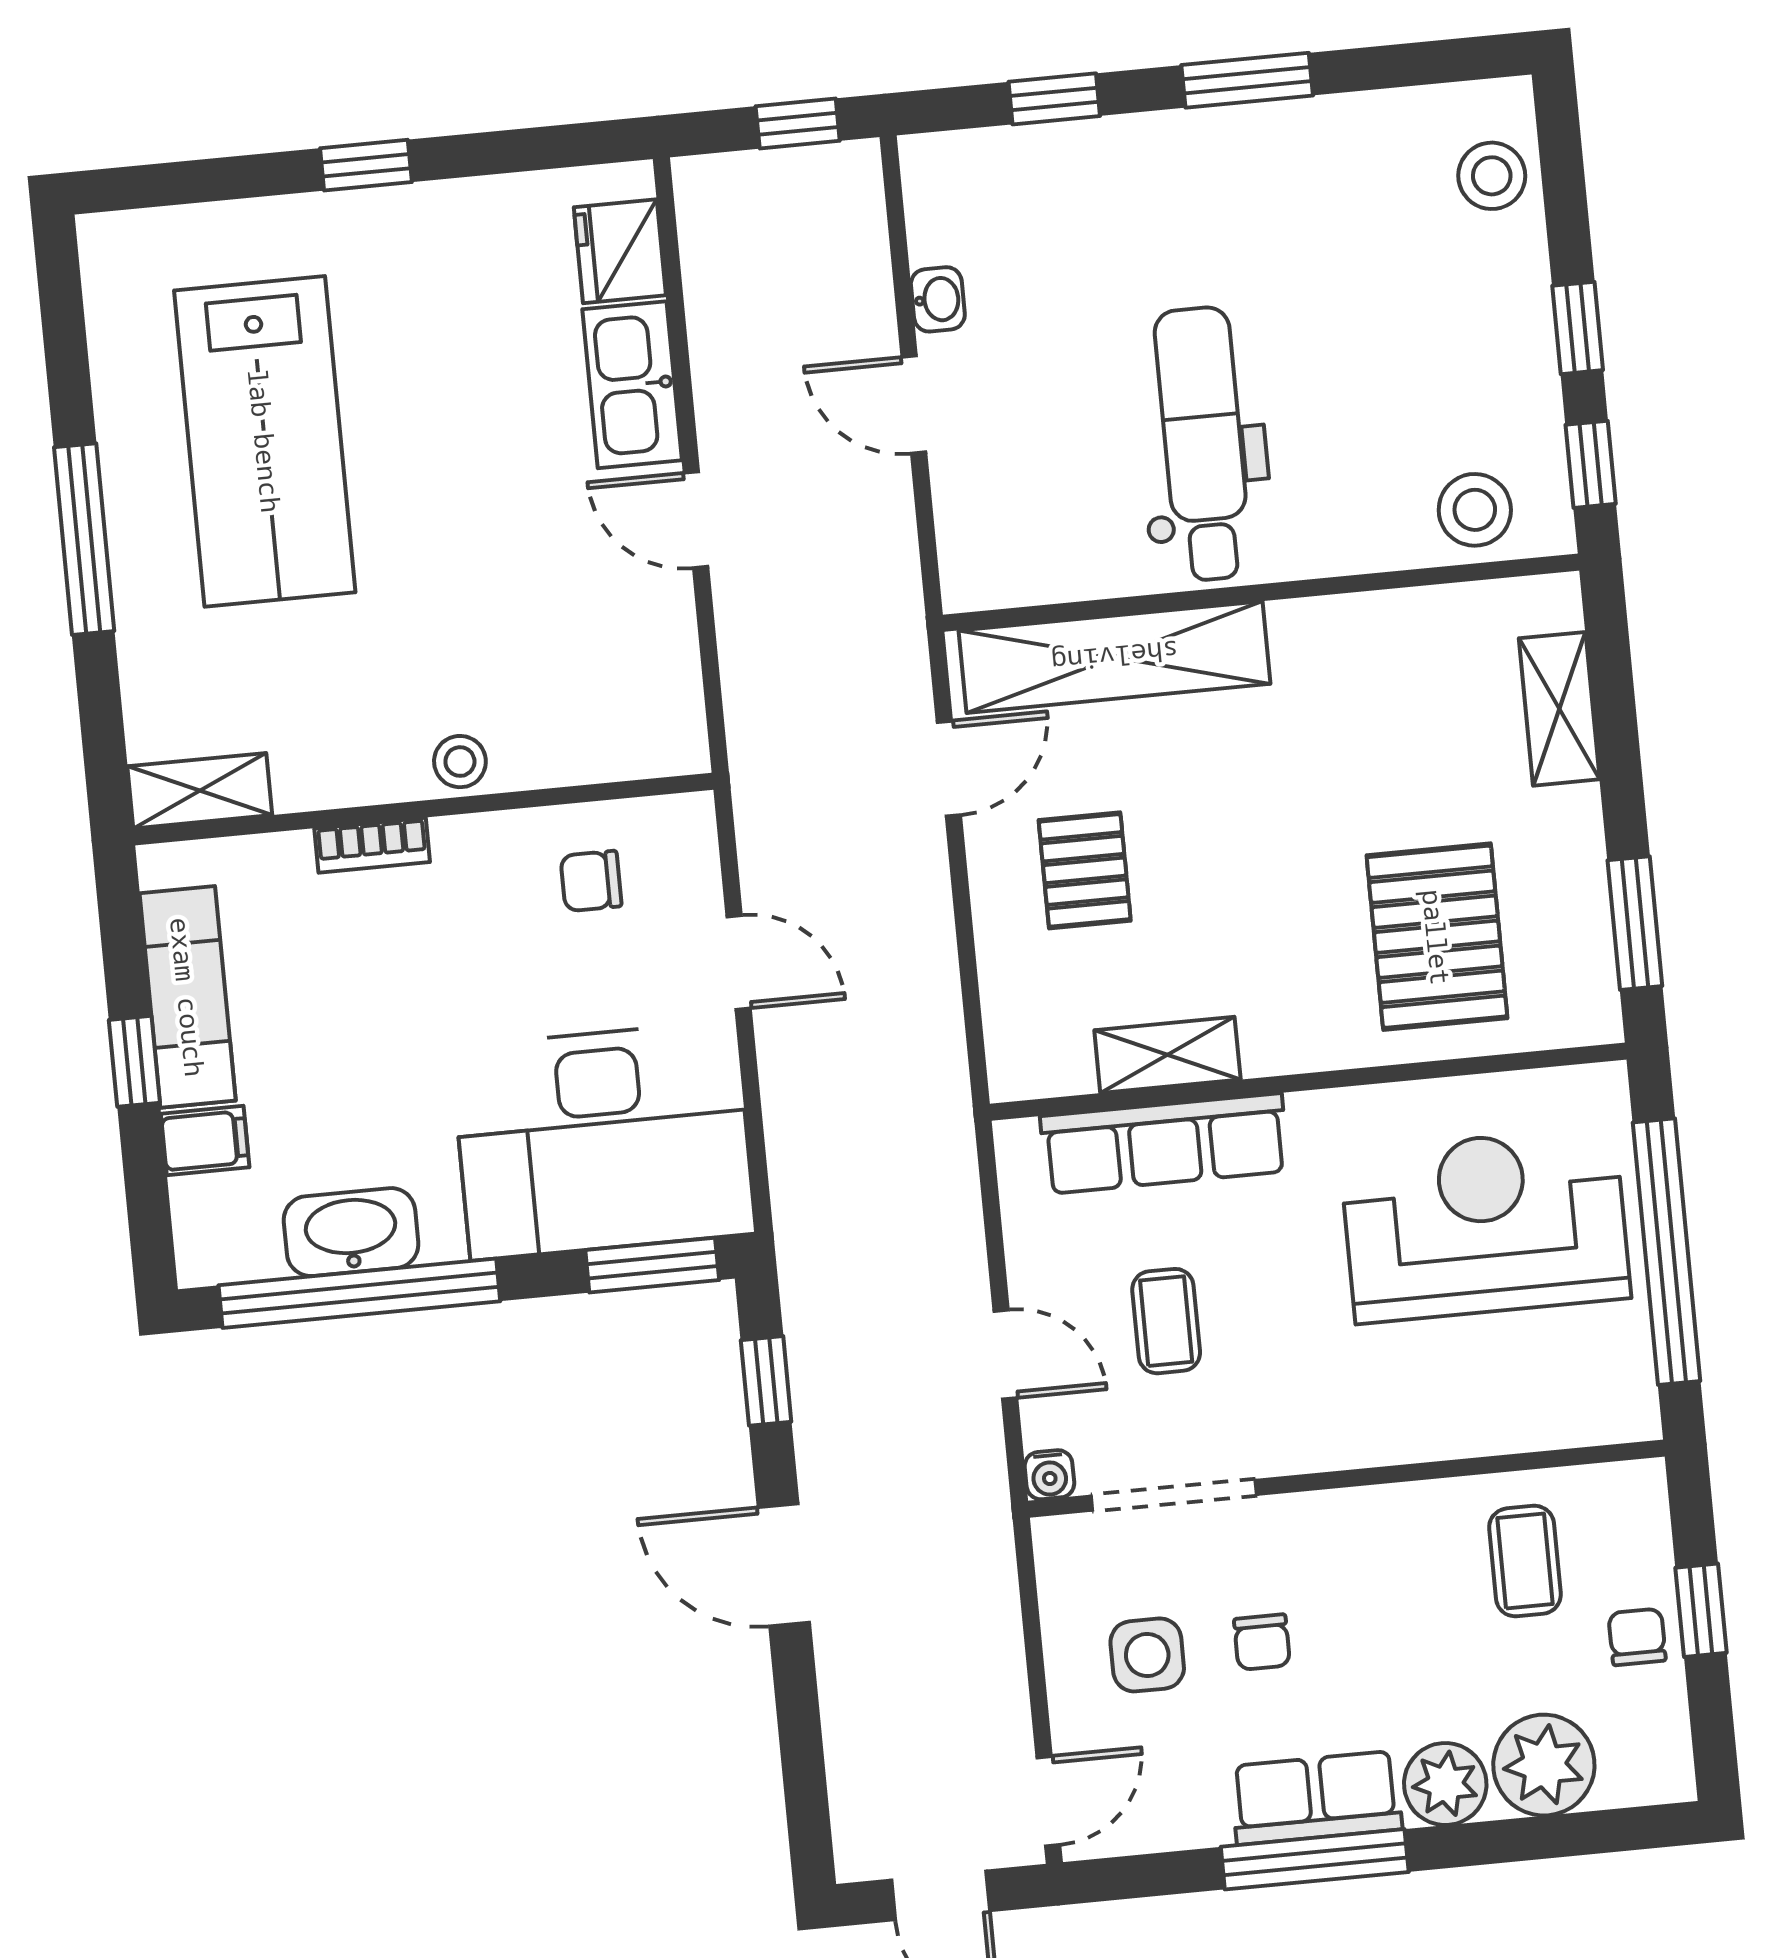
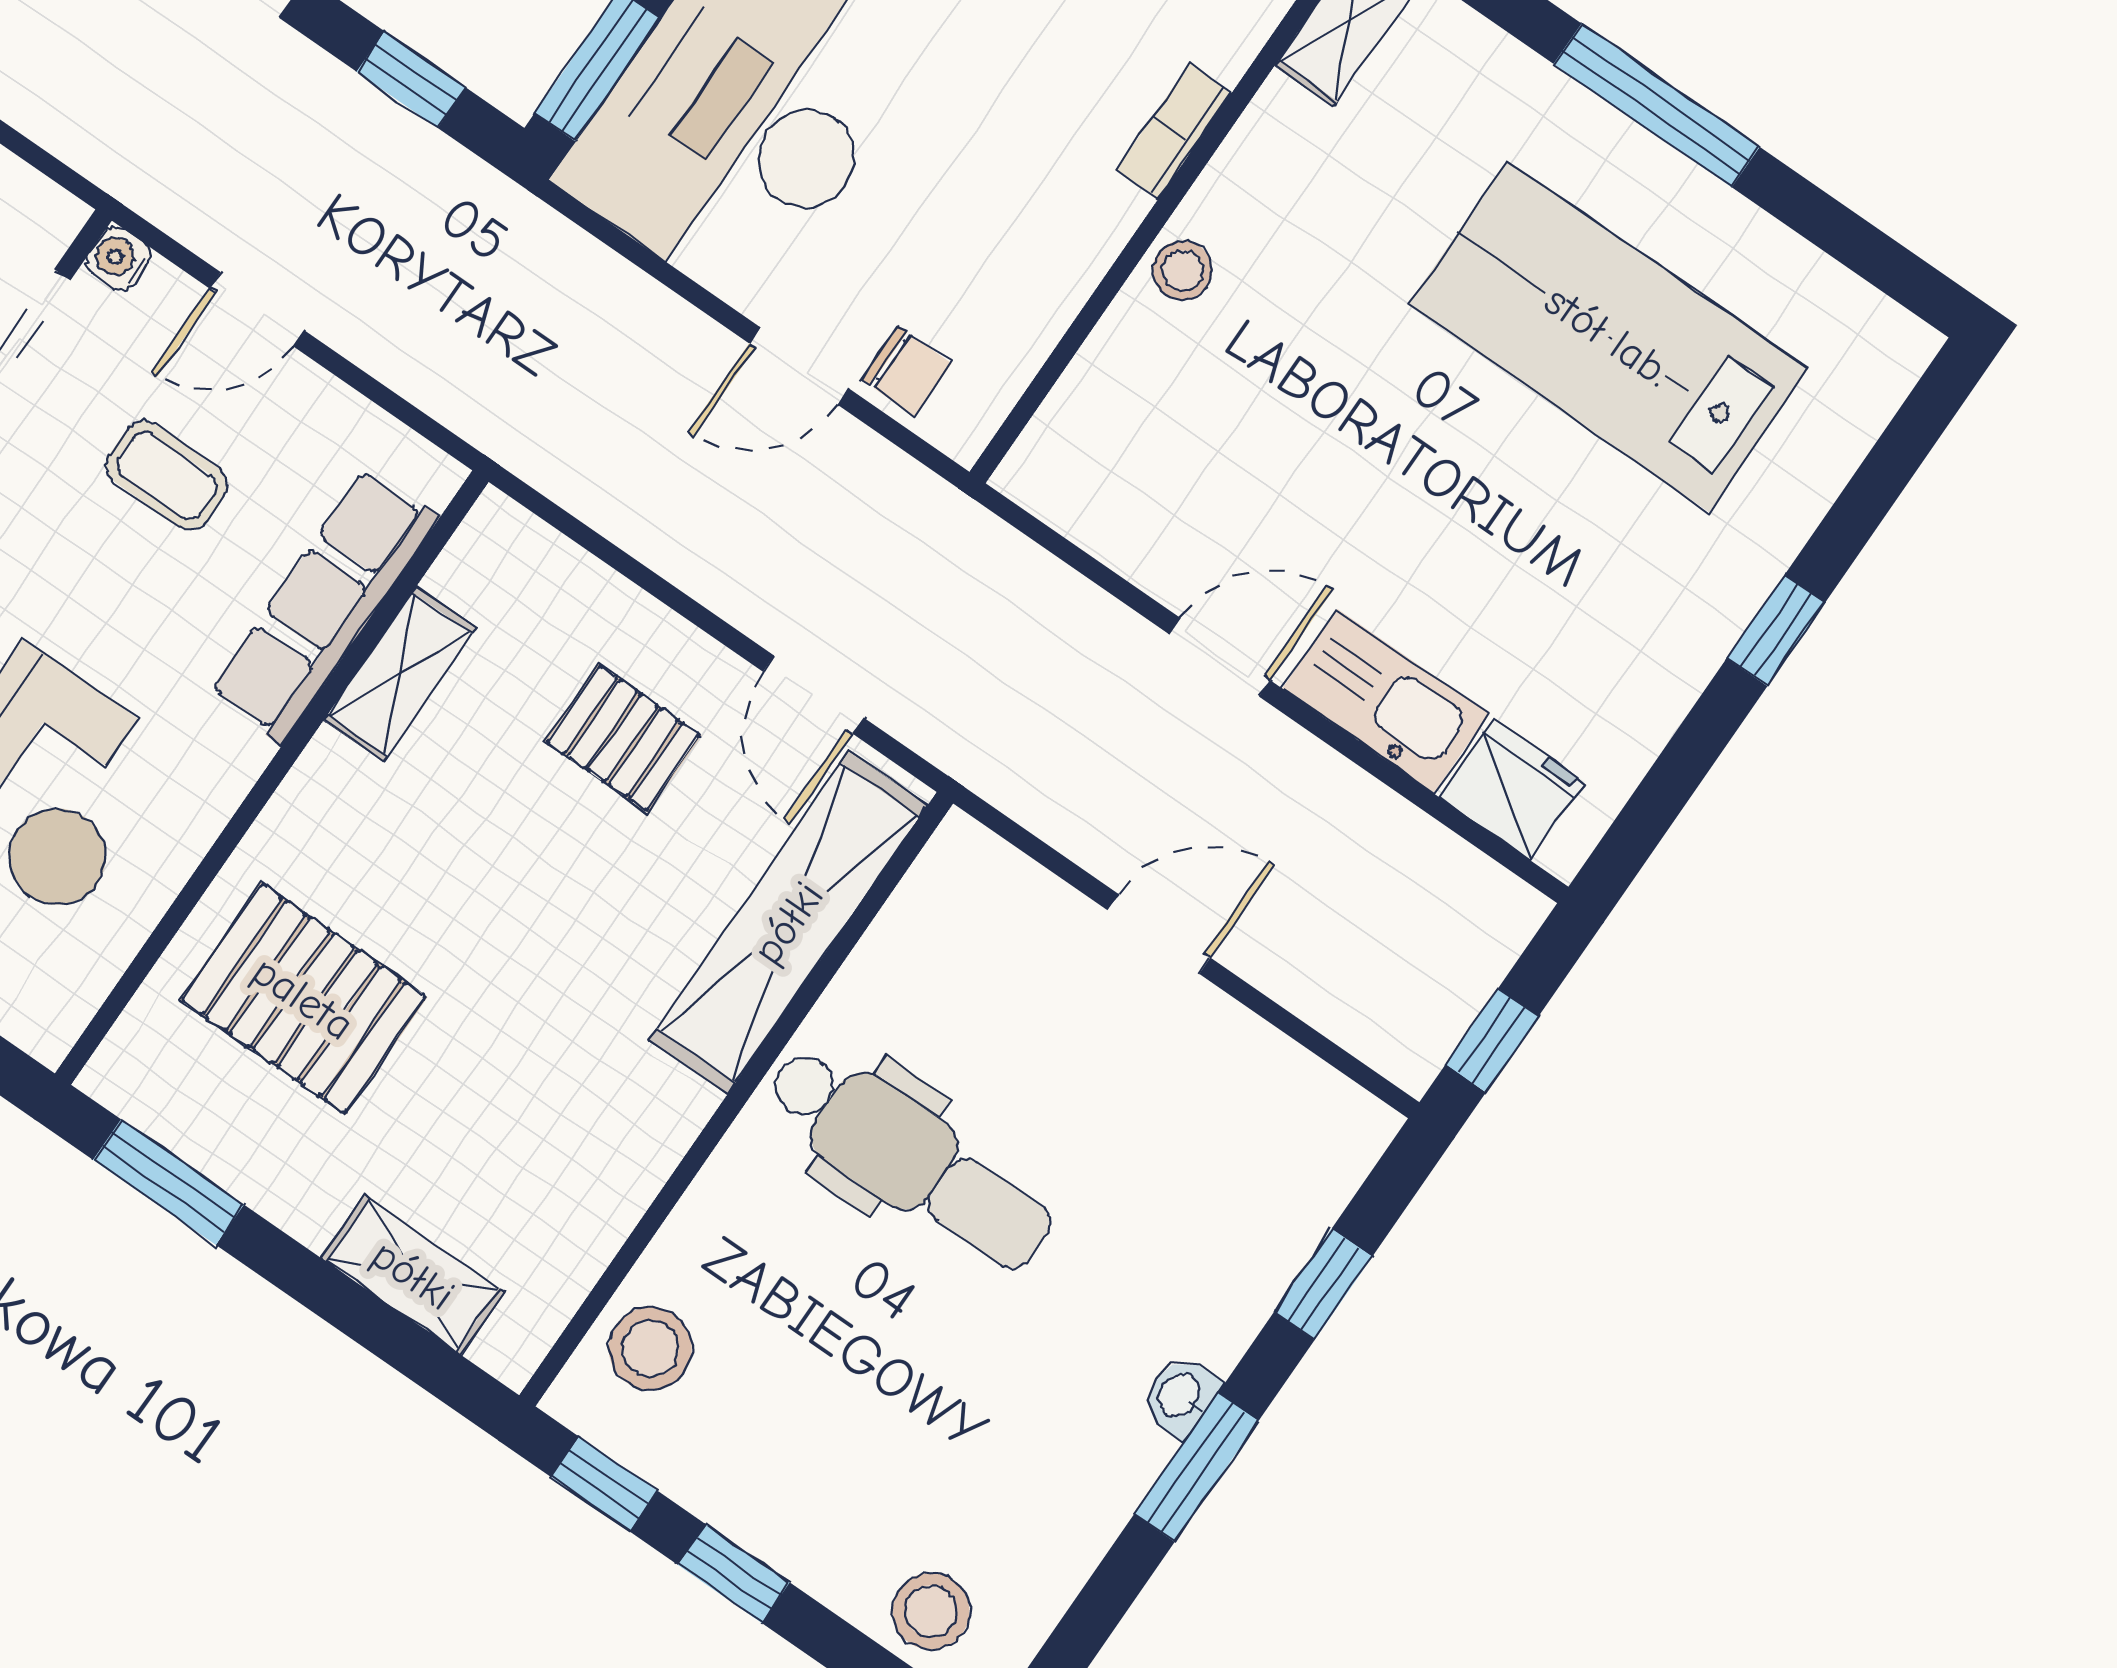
washbasin: (938, 299) -> (1180, 1396), moved, turned 90
chair: (591, 881) -> (907, 371), moved, turned 90

